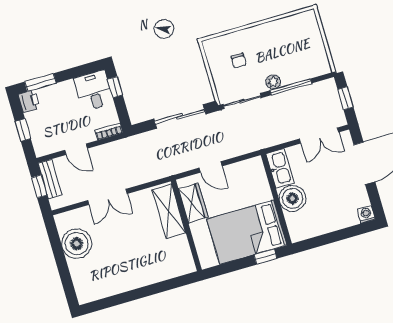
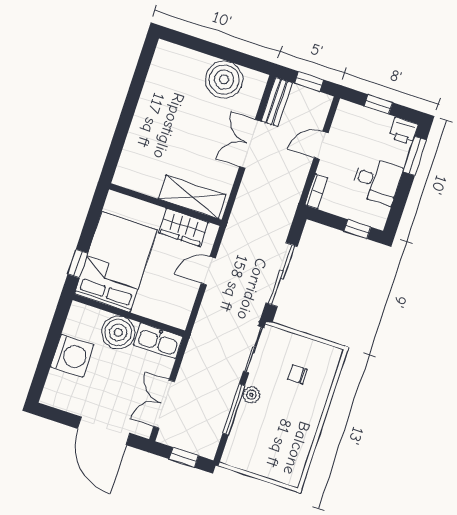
desk: (94, 91) -> (377, 181), moved
bench: (50, 179) -> (277, 102), moved, turned 90
washing machine: (366, 214) -> (72, 356), moved, width x1.89, depth x1.89

